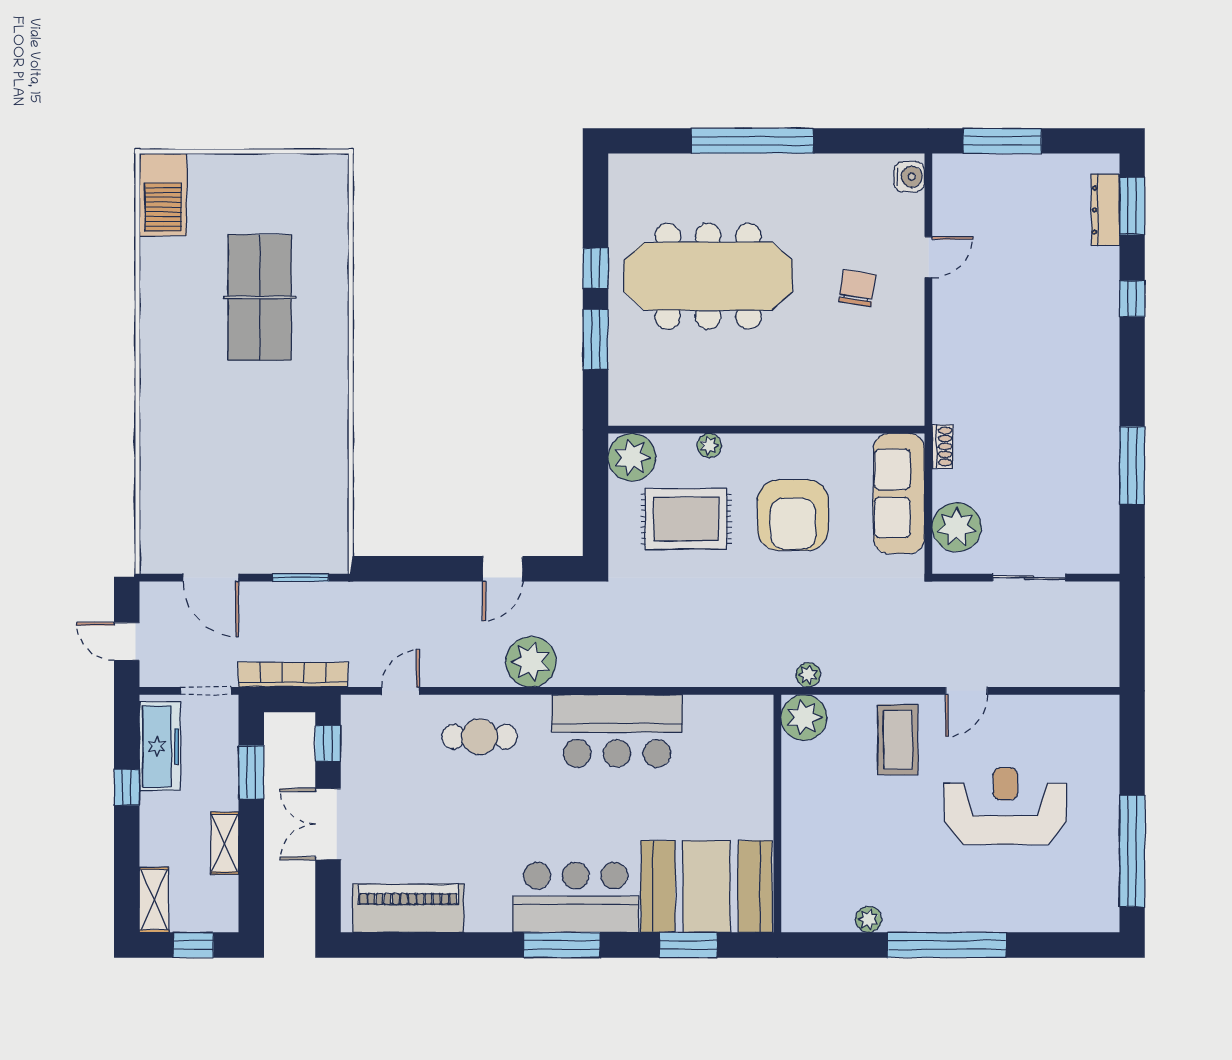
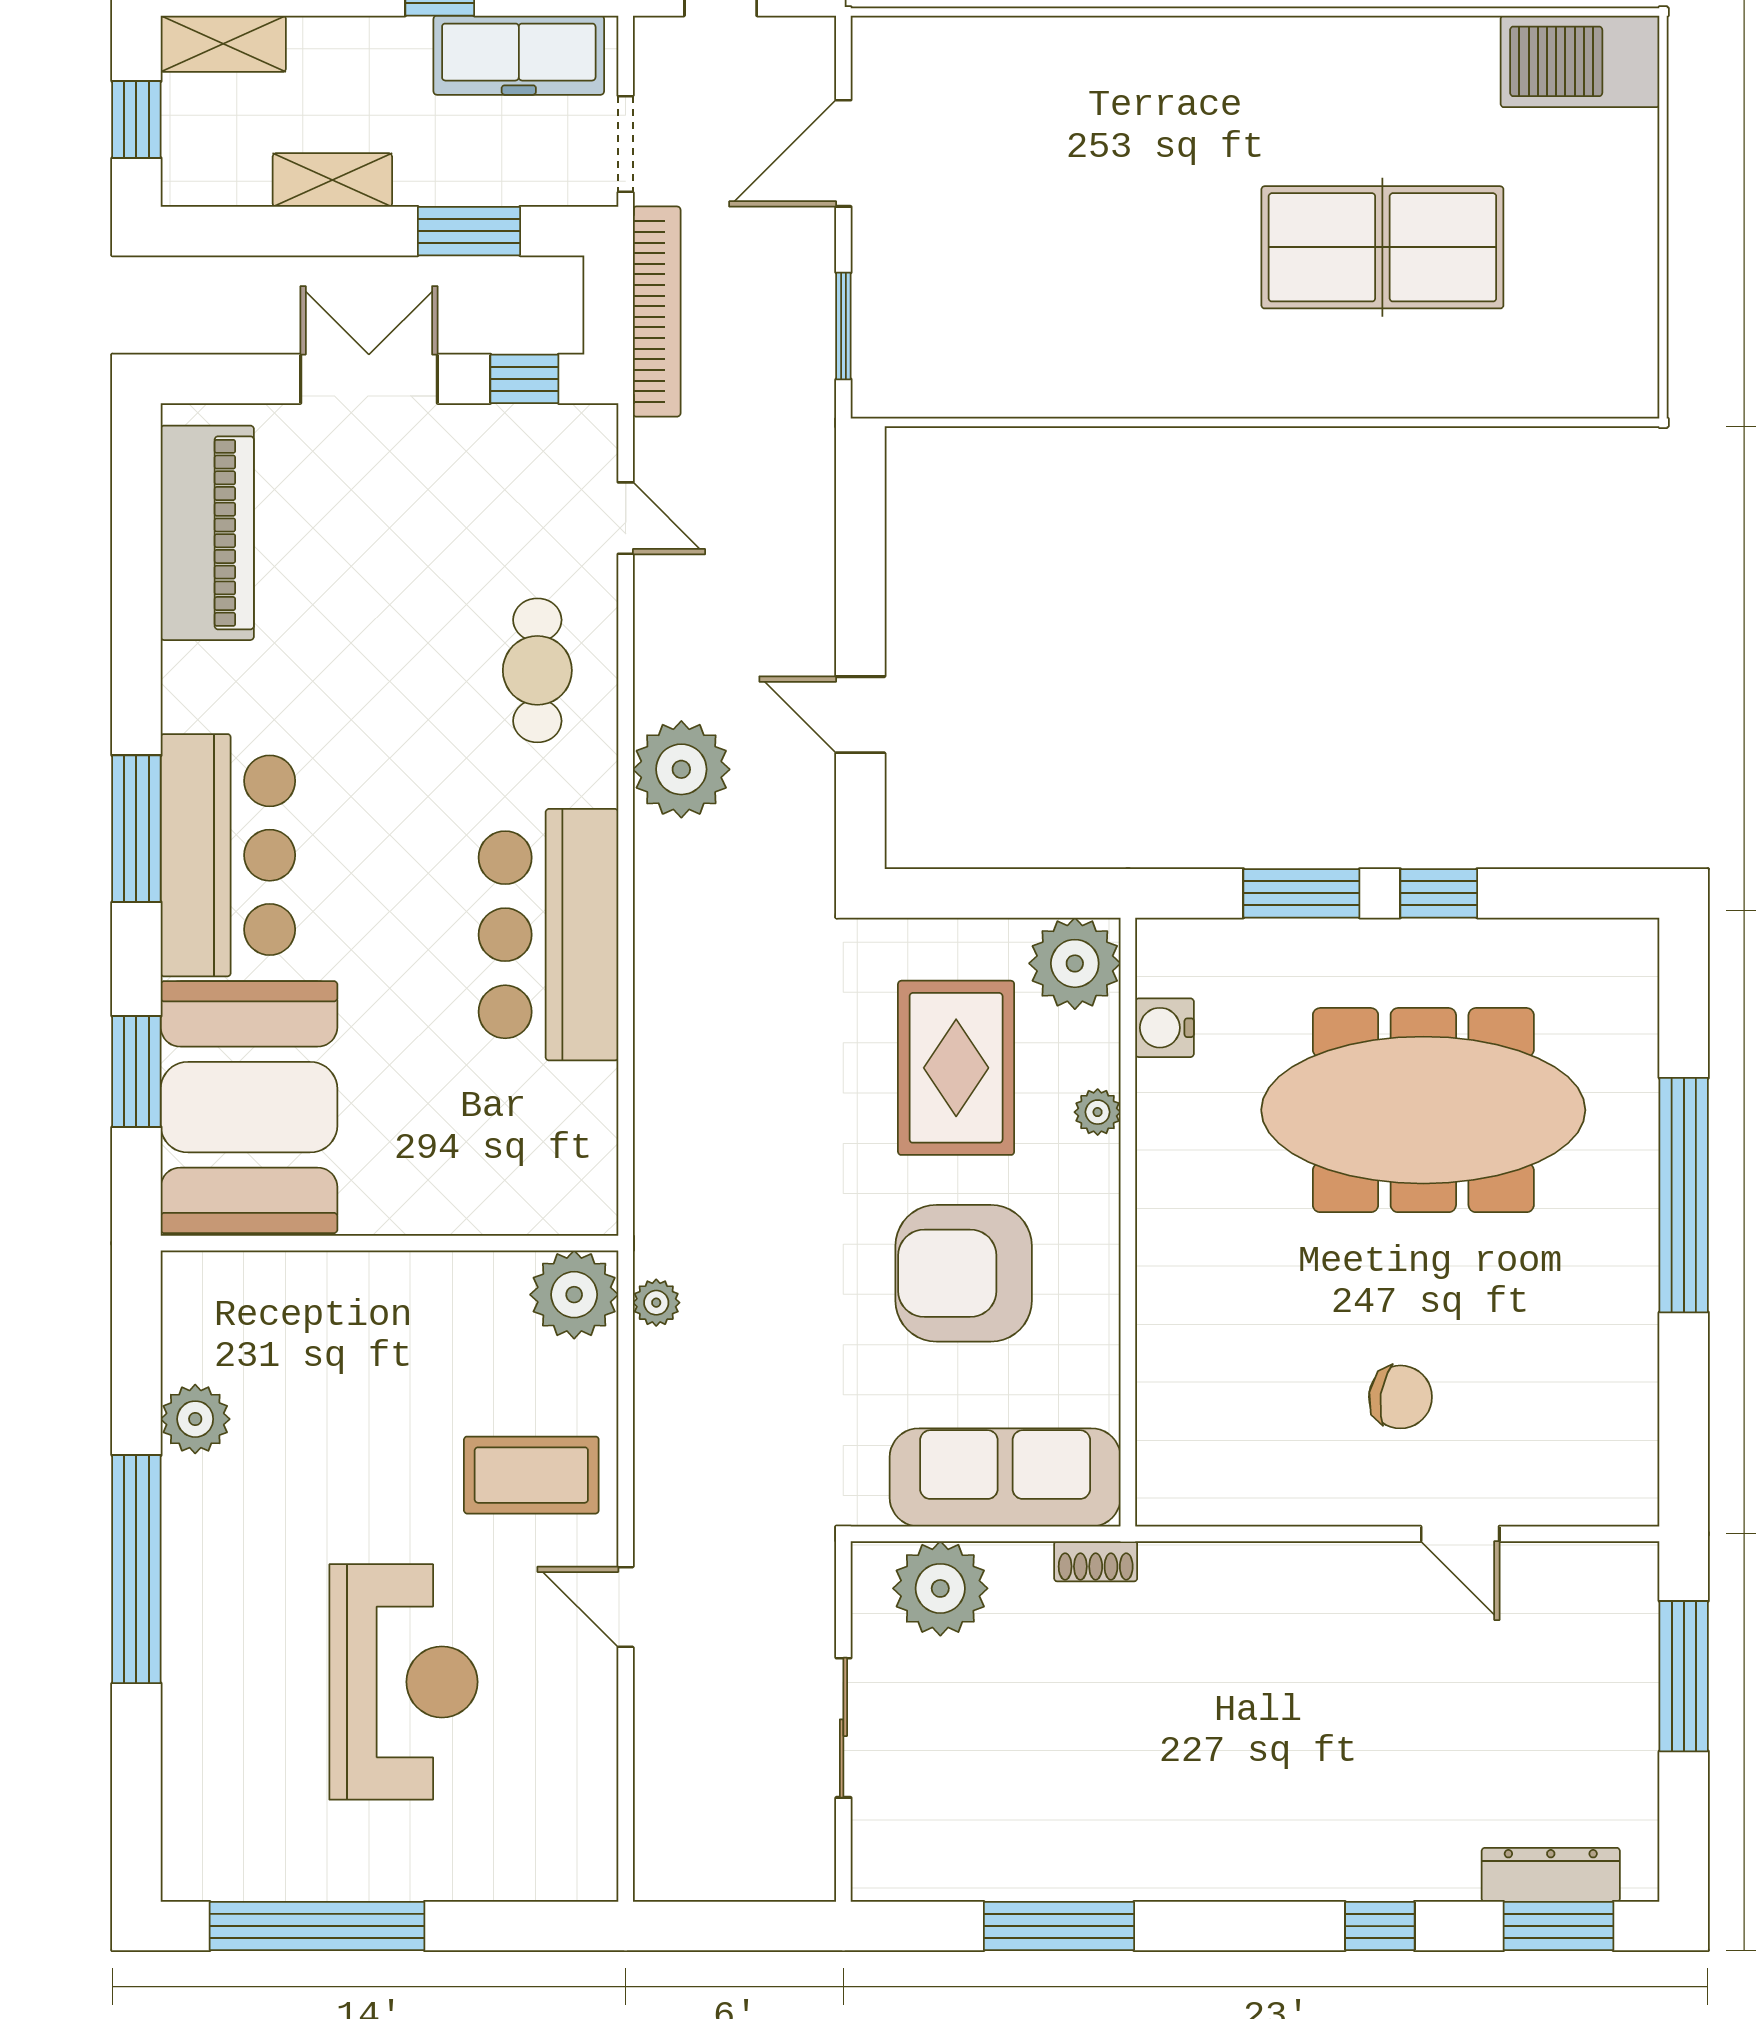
water cooler: (909, 177) -> (1165, 1028), moved, turned 90
meeting table: (708, 276) -> (1423, 1110), turned 90
plant: (869, 919) -> (195, 1419), width x1.38, depth x1.38

